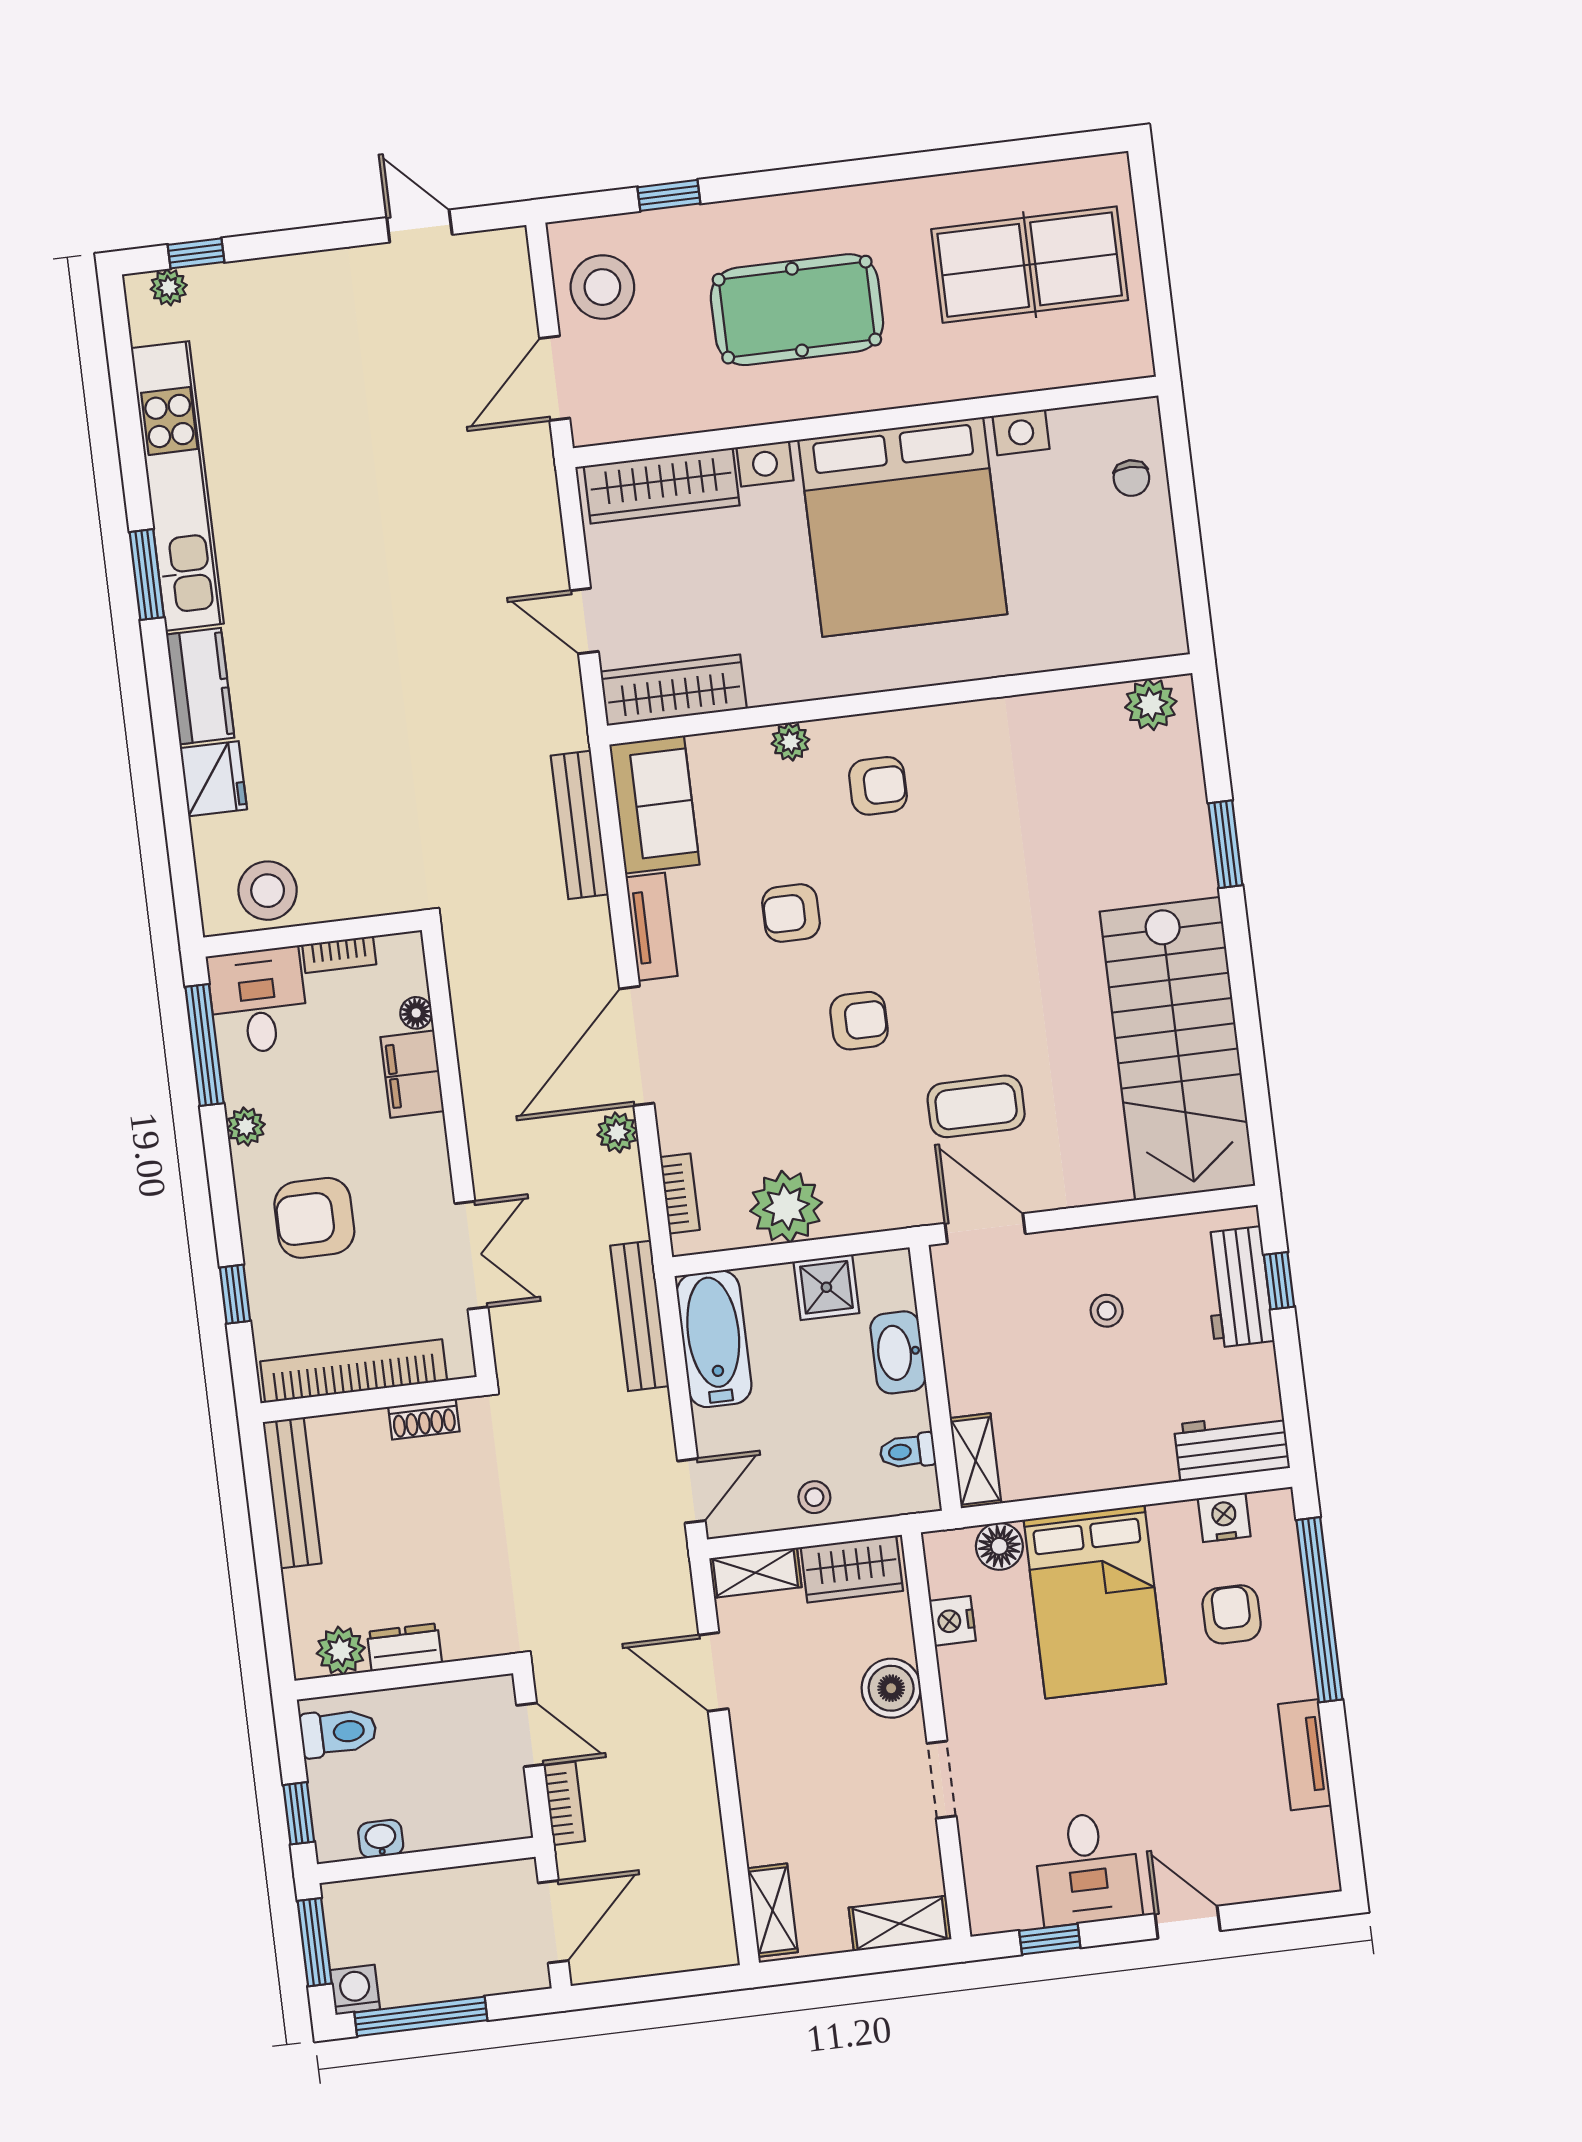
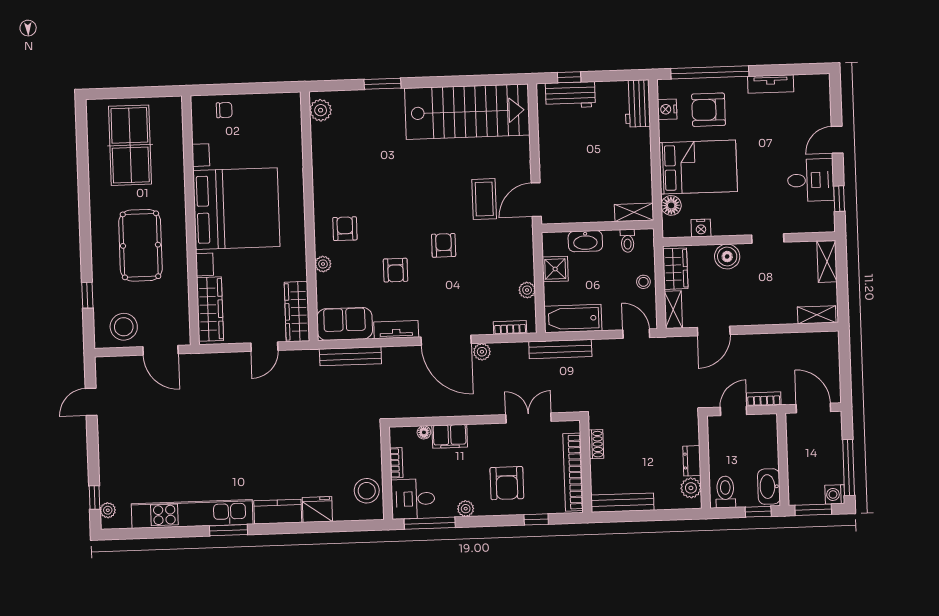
plant: (786, 1207) -> (527, 290), width x0.53, depth x0.53
stool: (1107, 1311) -> (575, 151), removed
armchair: (1232, 1614) -> (708, 110), width x1.38, depth x1.38
washbasin: (381, 1839) -> (769, 487), width x1.91, depth x1.45

